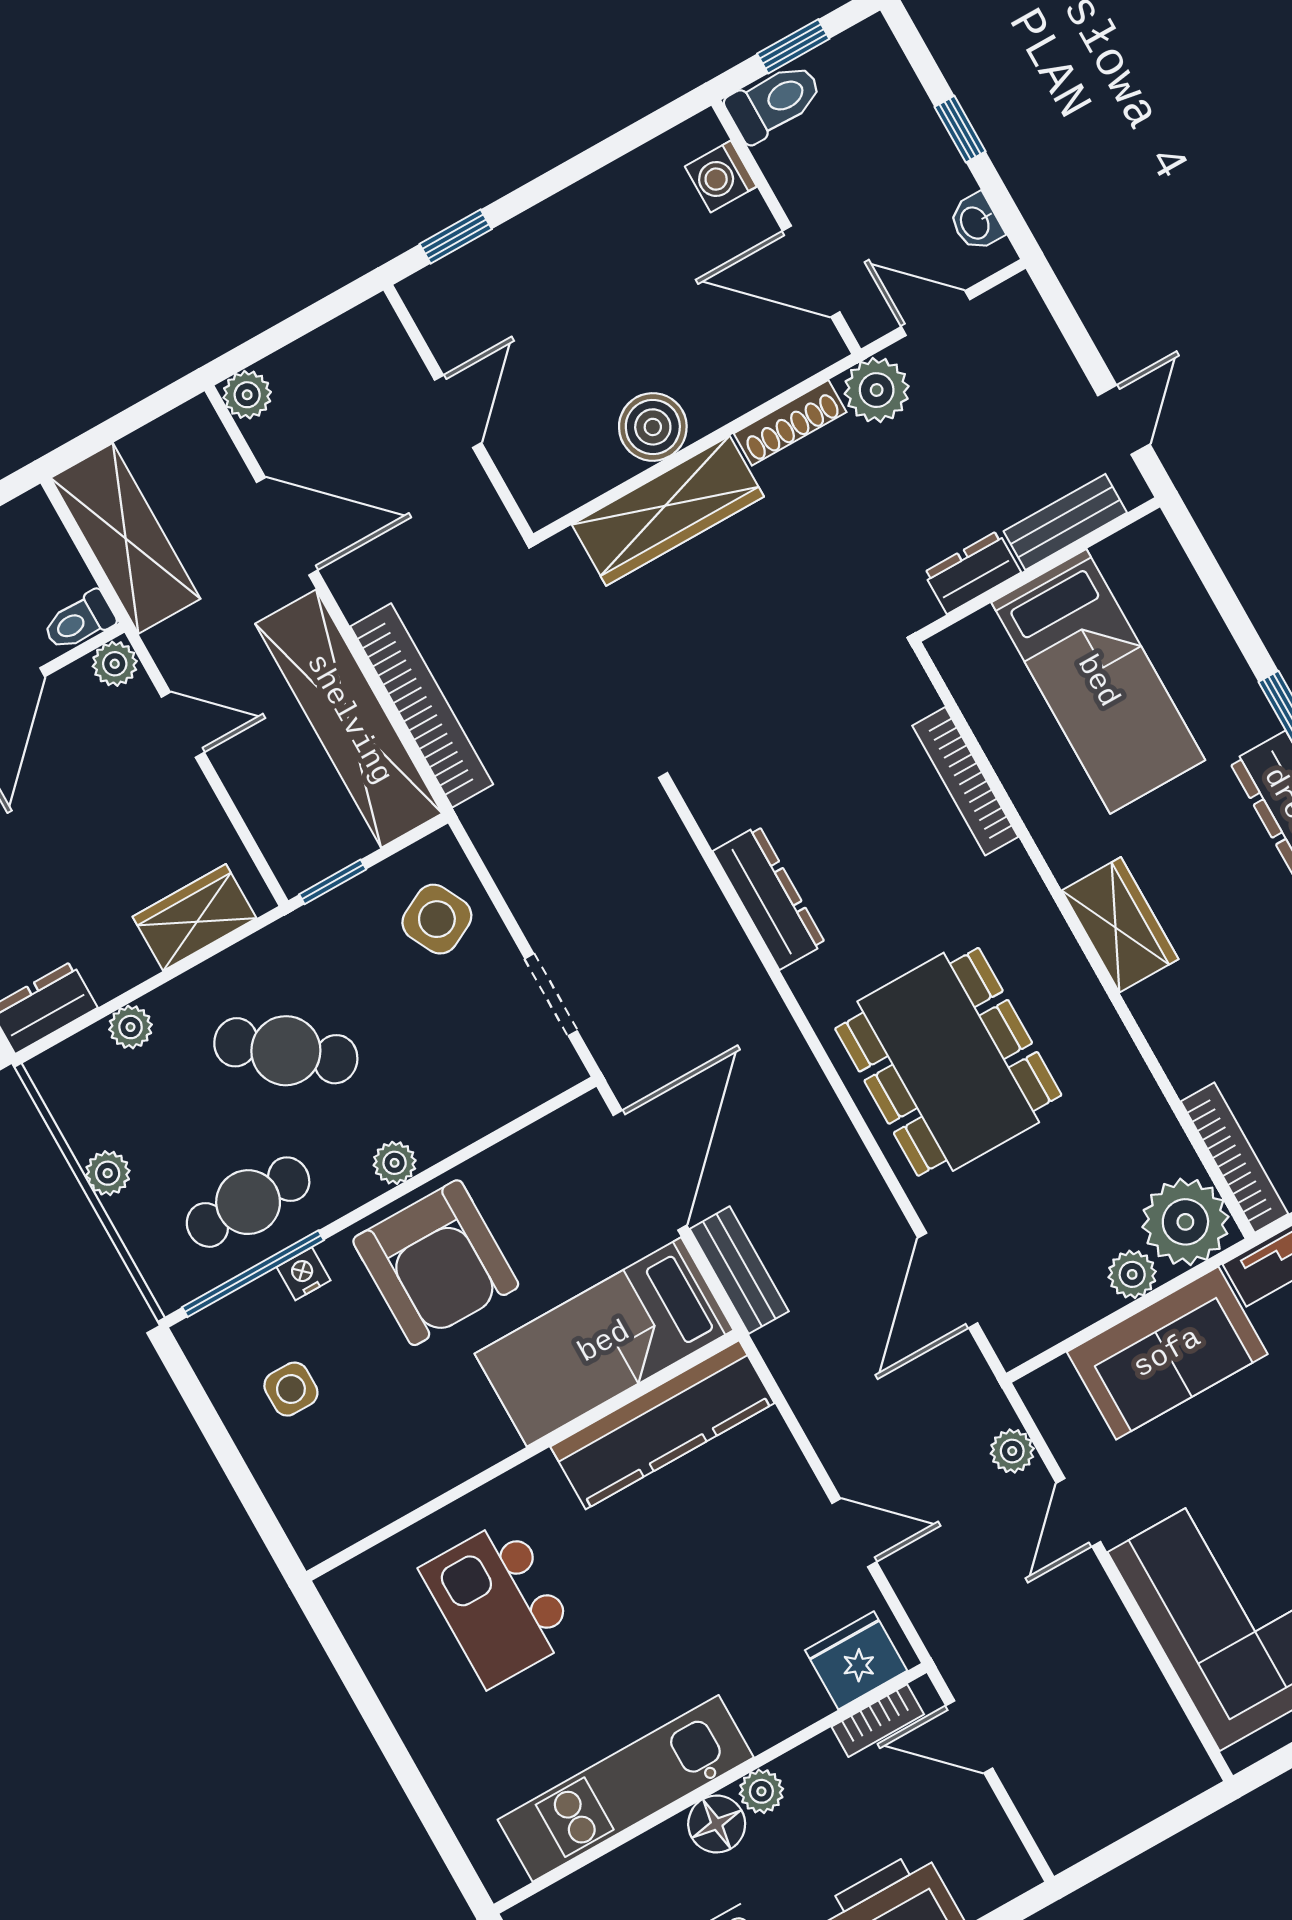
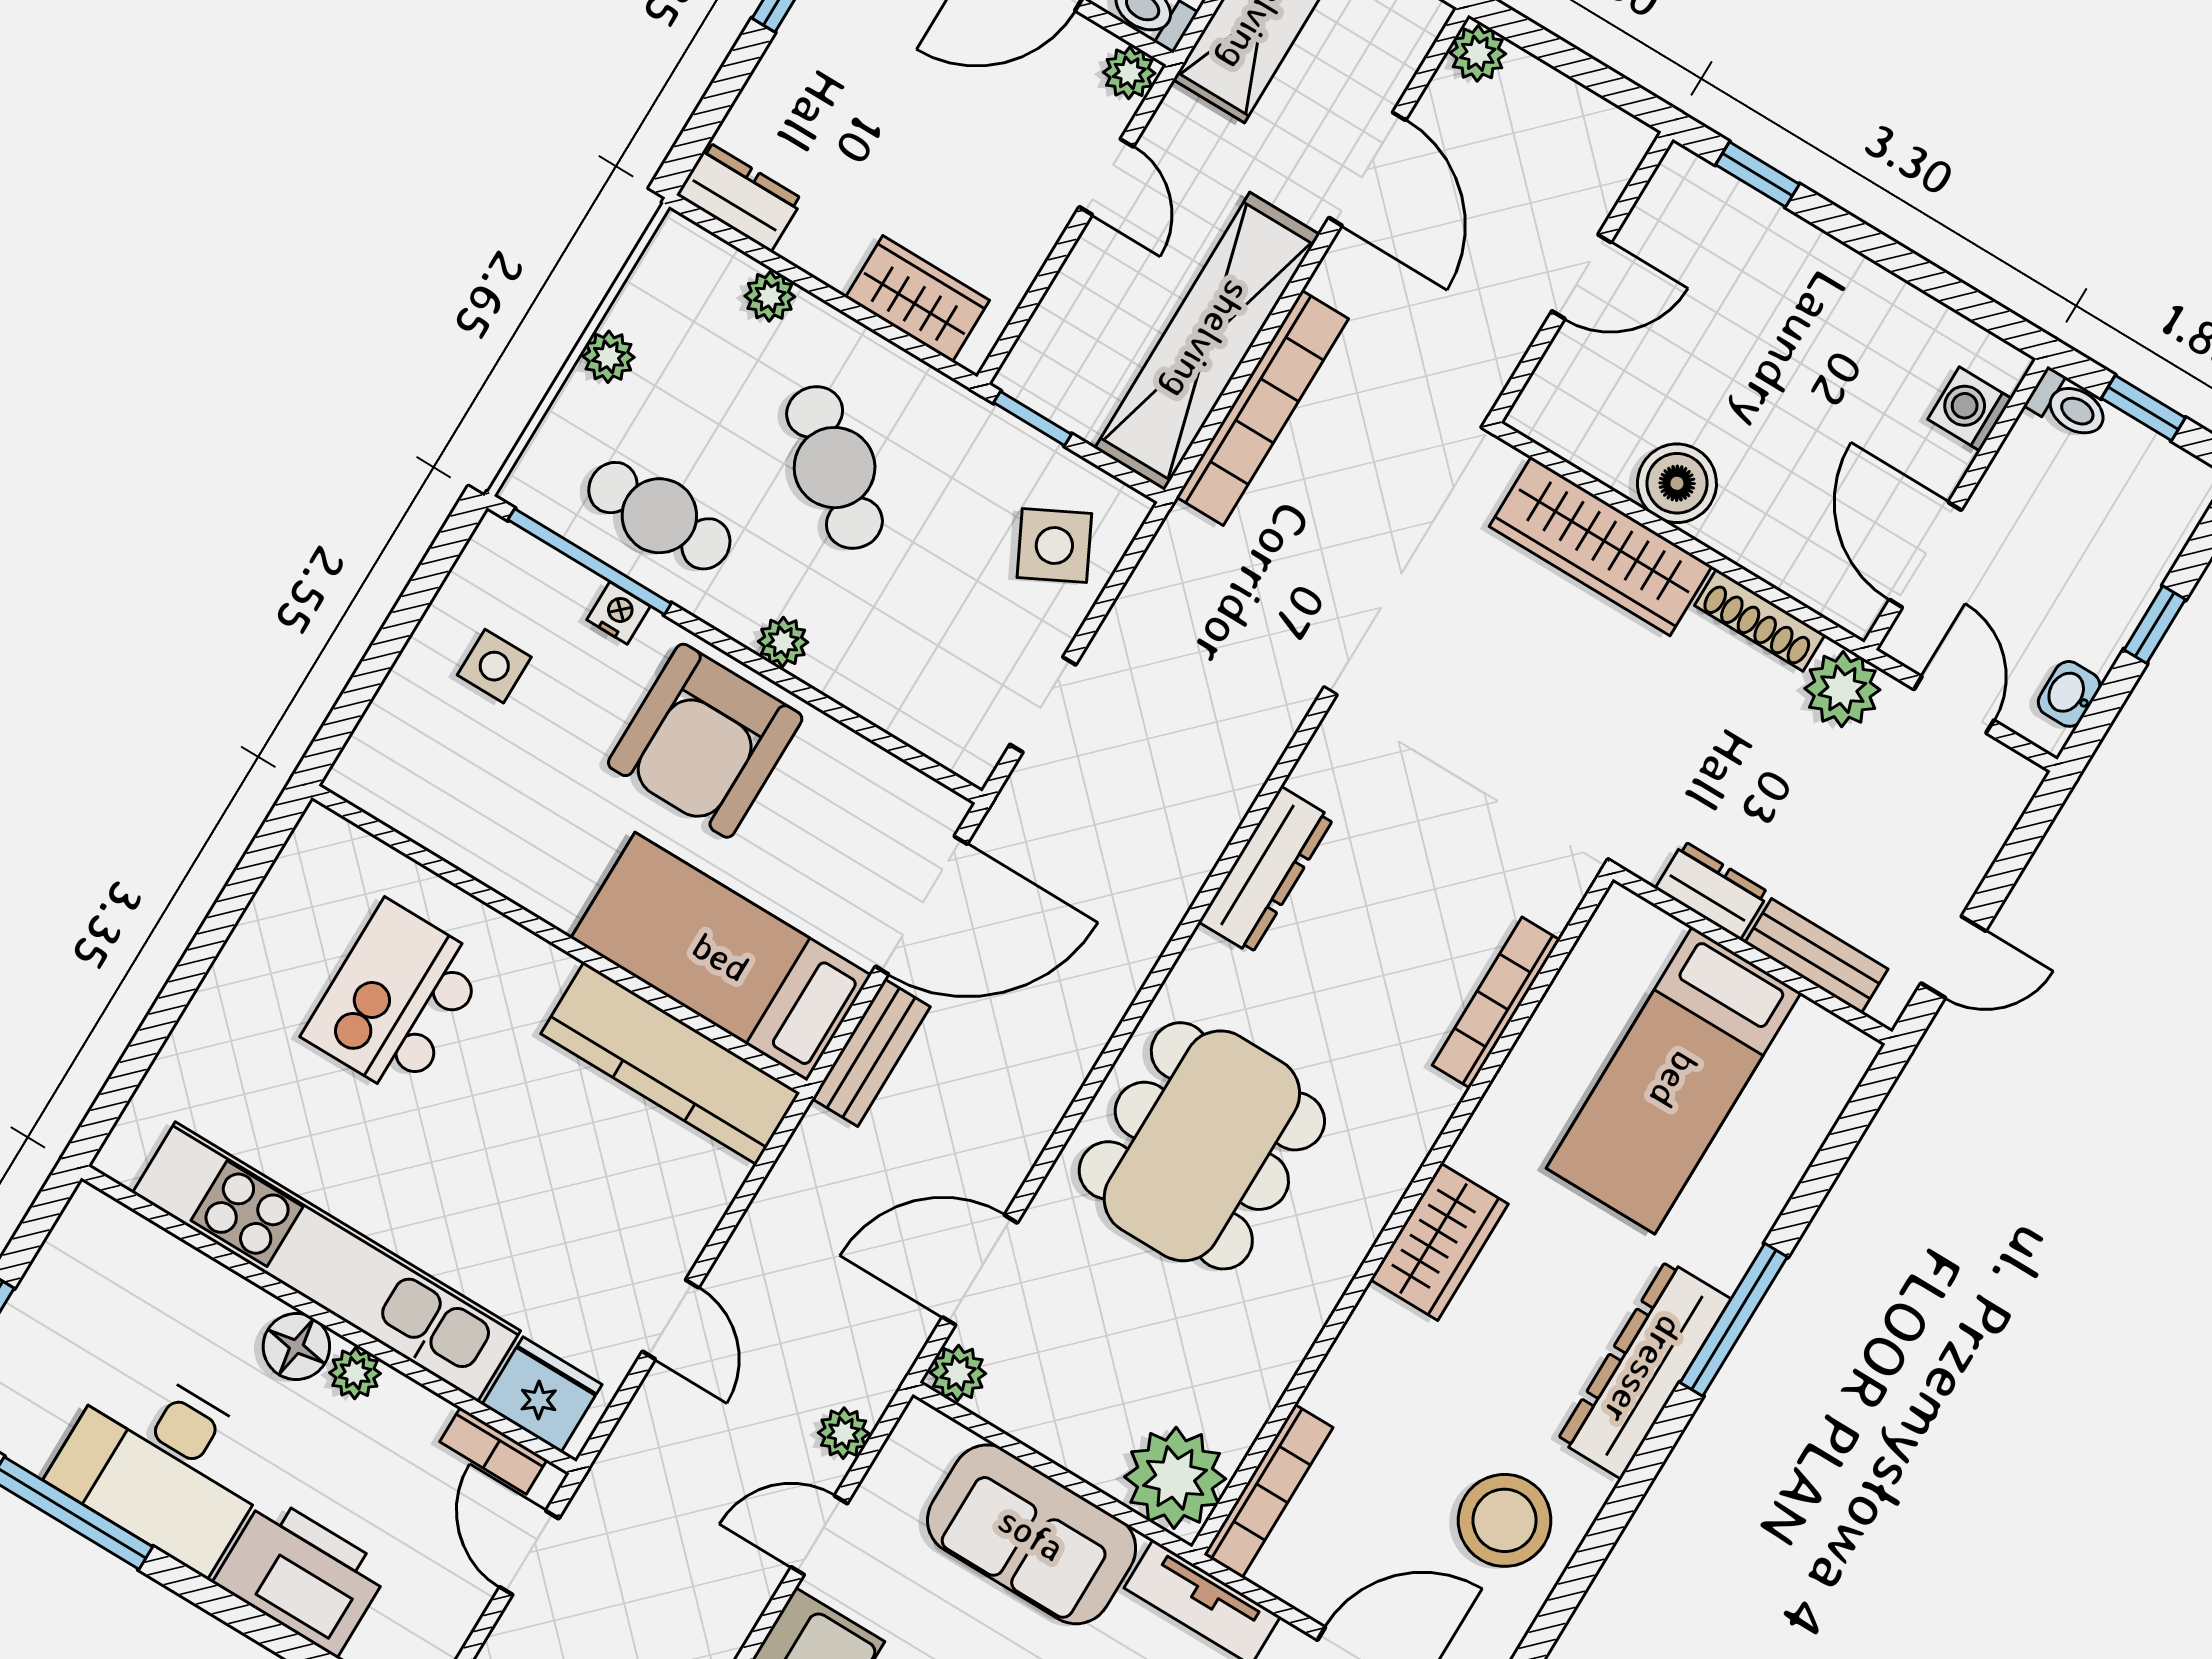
toilet: (774, 102) -> (2068, 406), width x0.73, depth x0.72
plant: (1132, 1274) -> (958, 1373), moved
kitchen unit: (626, 1788) -> (326, 1262), width x1.36

